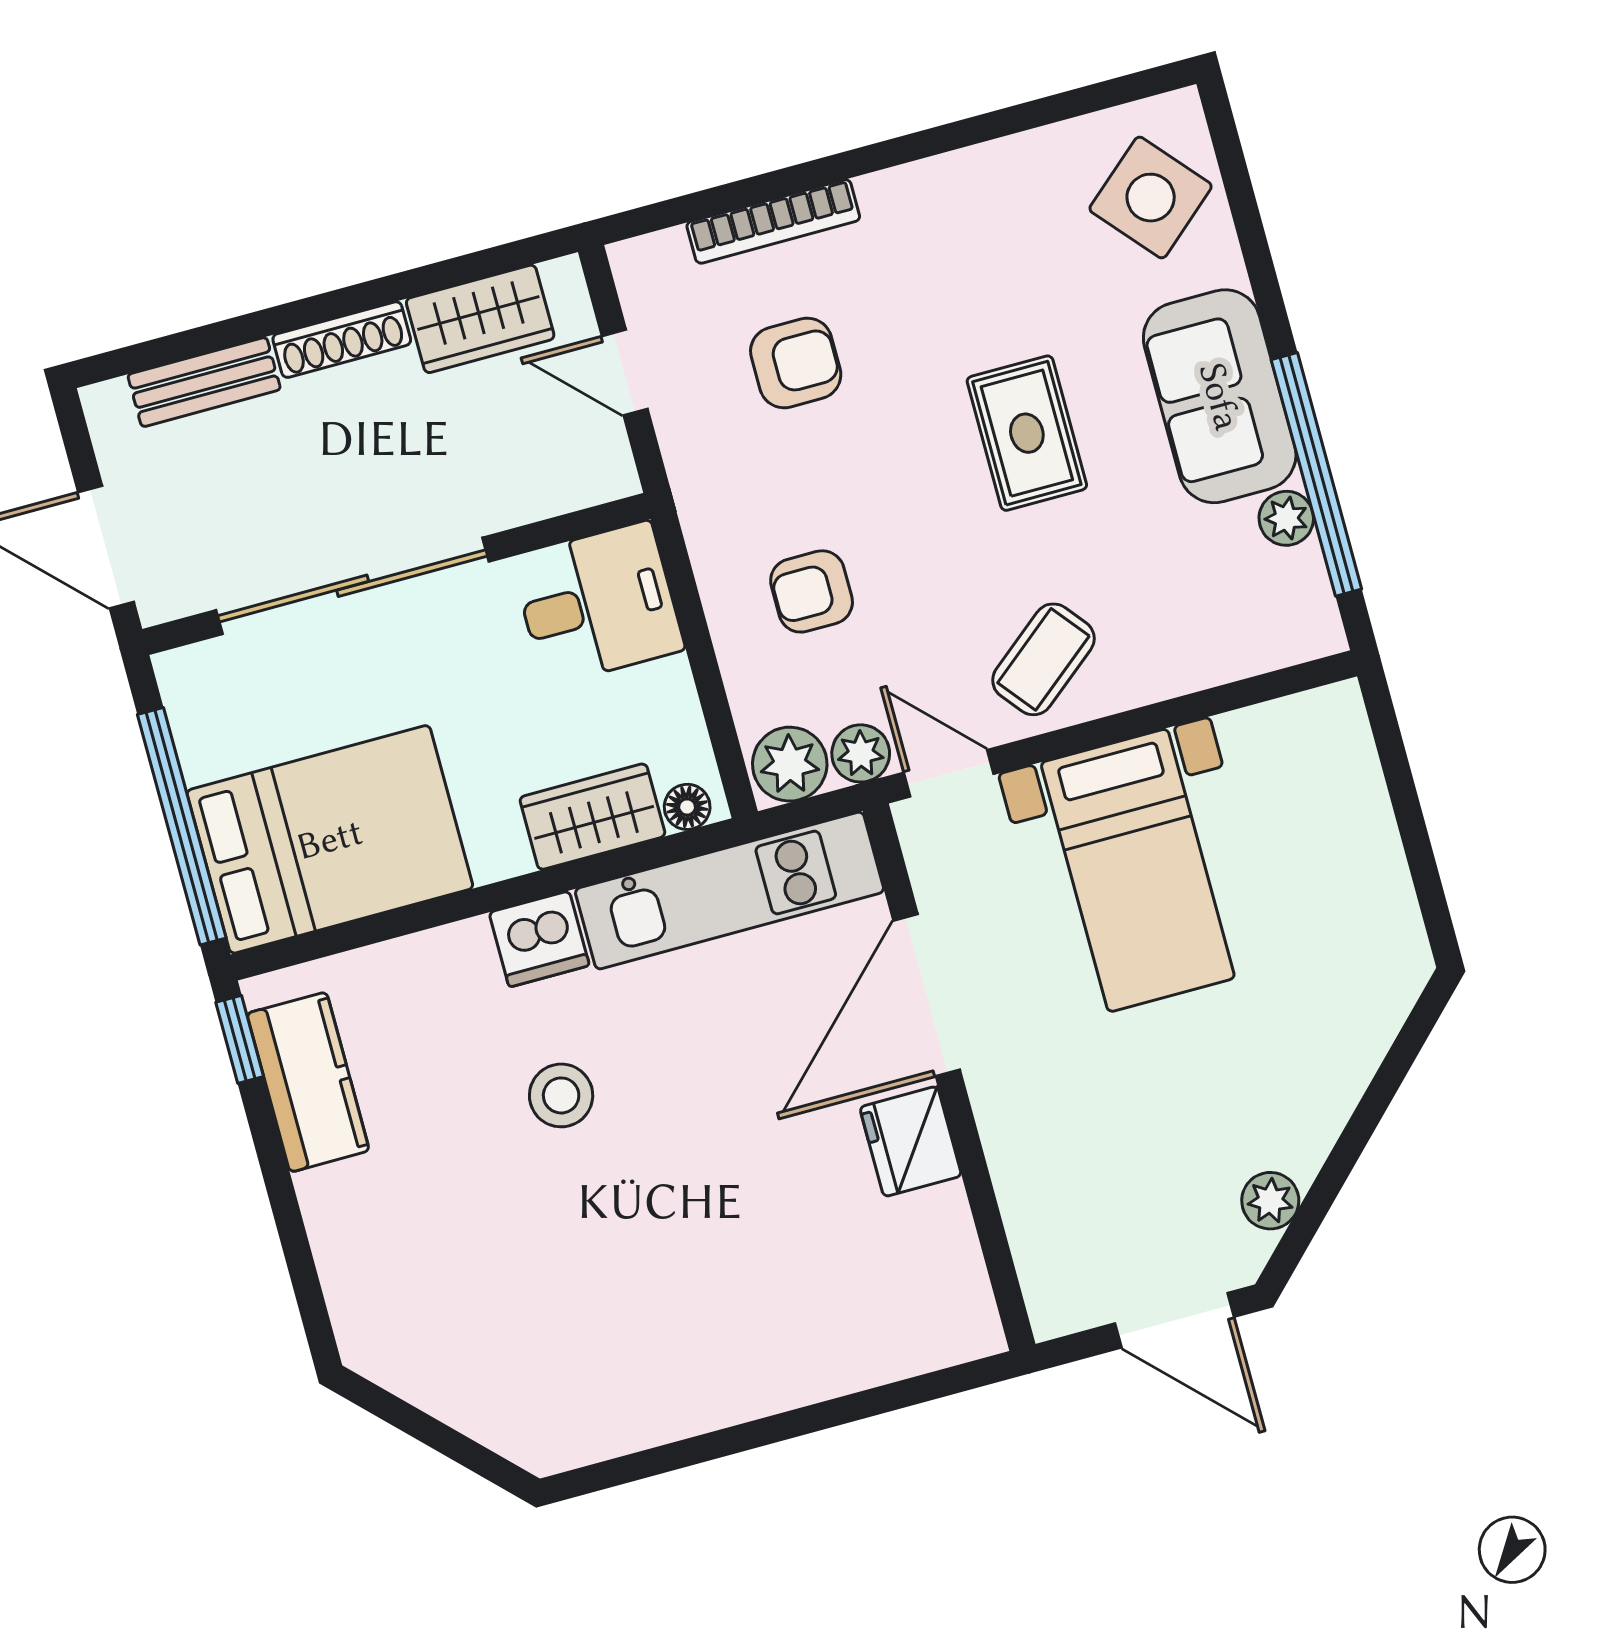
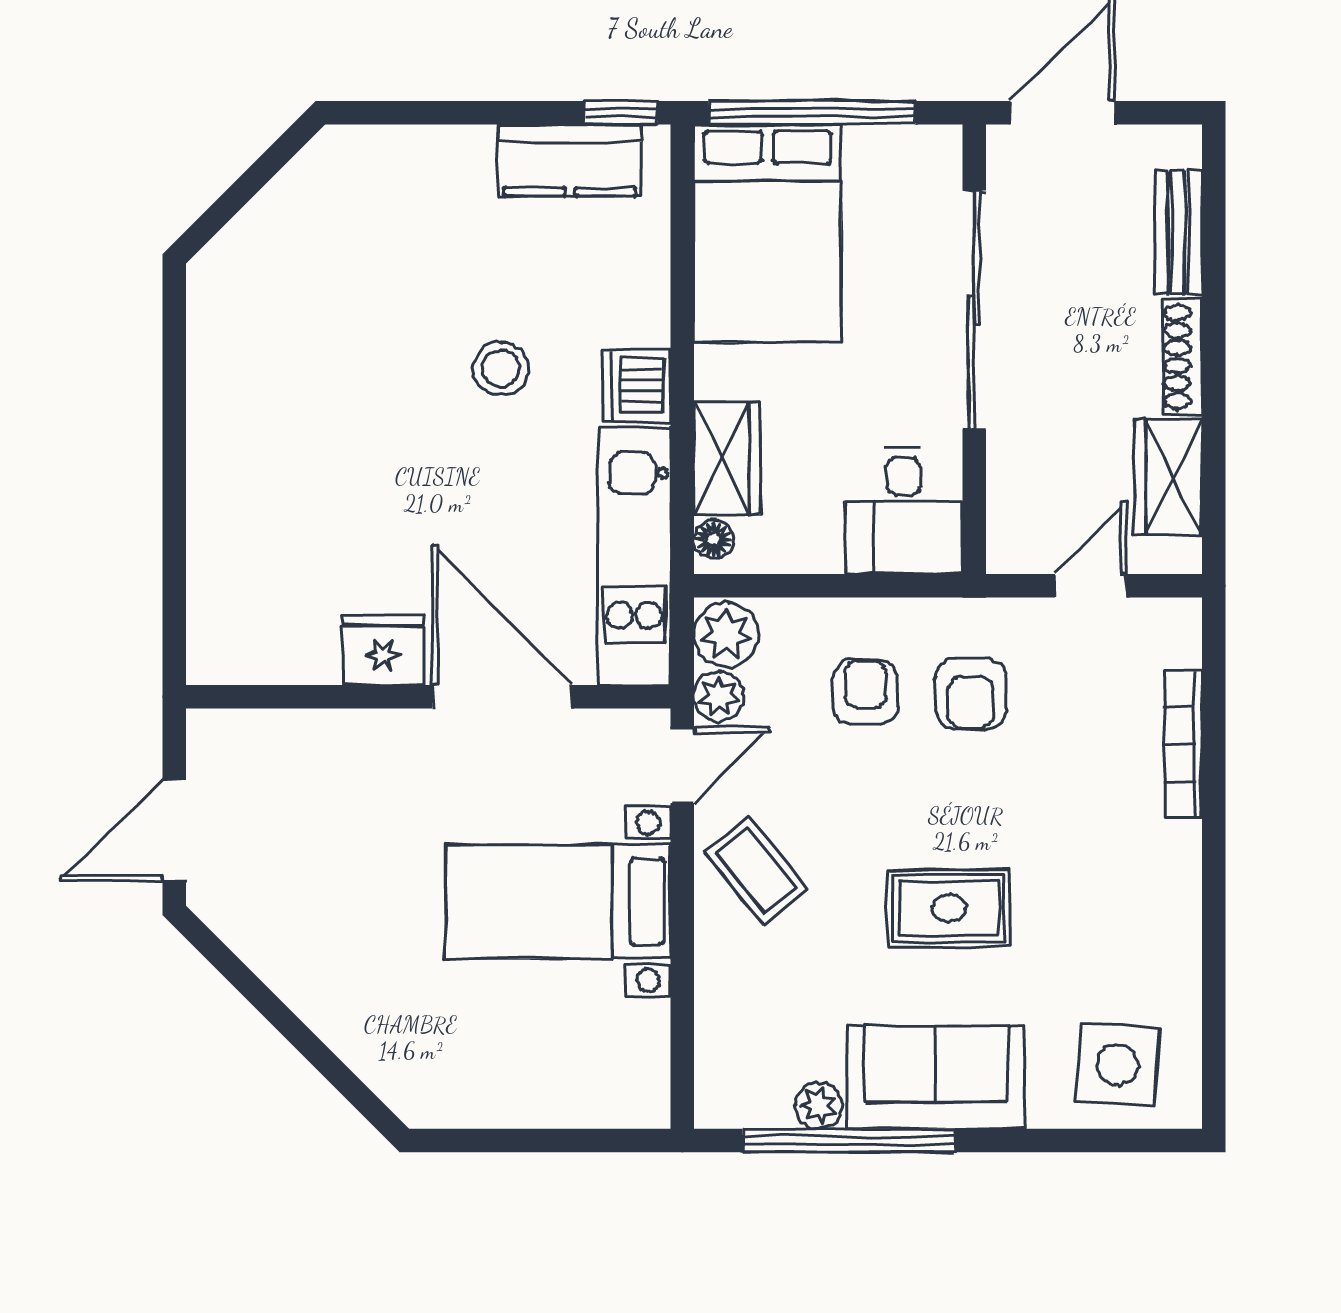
side table: (1151, 198) -> (1118, 1065), turned 45
armchair: (796, 363) -> (971, 694), moved
plant: (1270, 1201) -> (252, 937), removed

